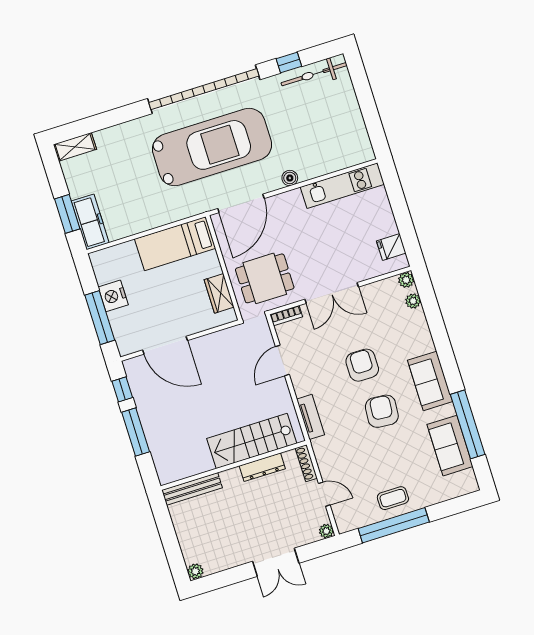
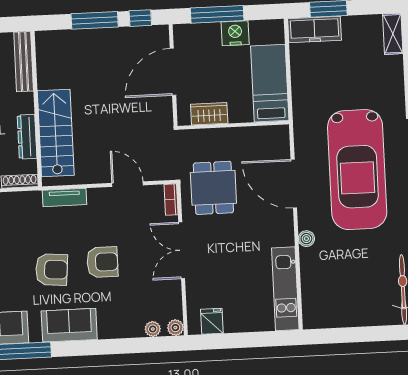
bed: (175, 244) -> (270, 83), moved
wall: (224, 268) -> (233, 125), moved
wardrobe: (219, 293) -> (209, 114), moved

